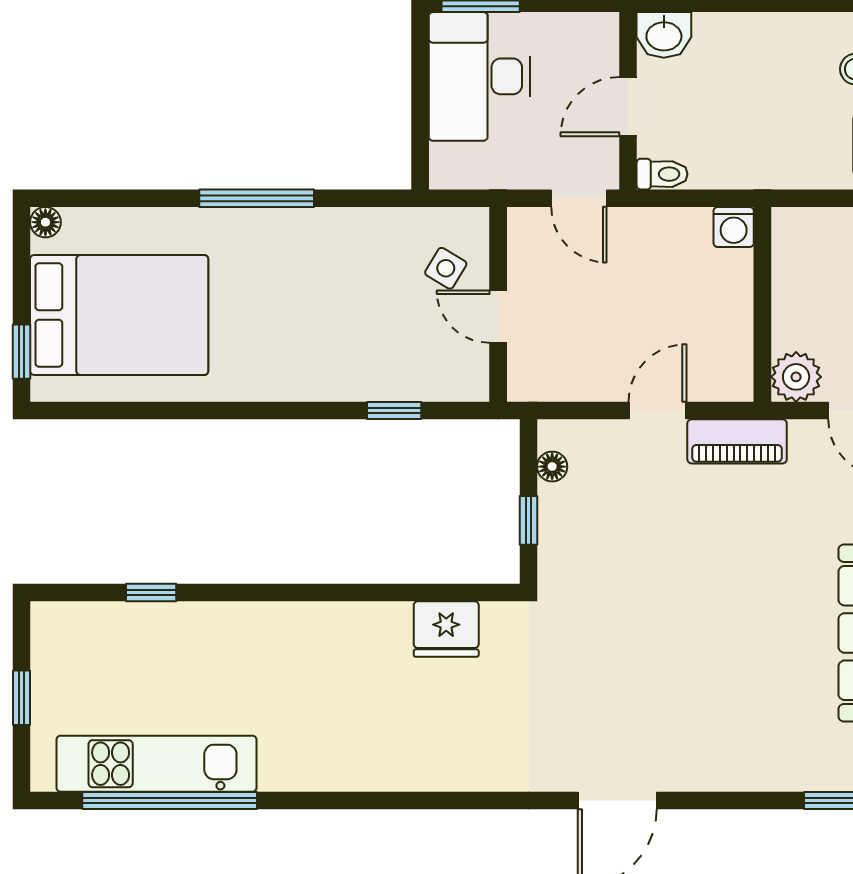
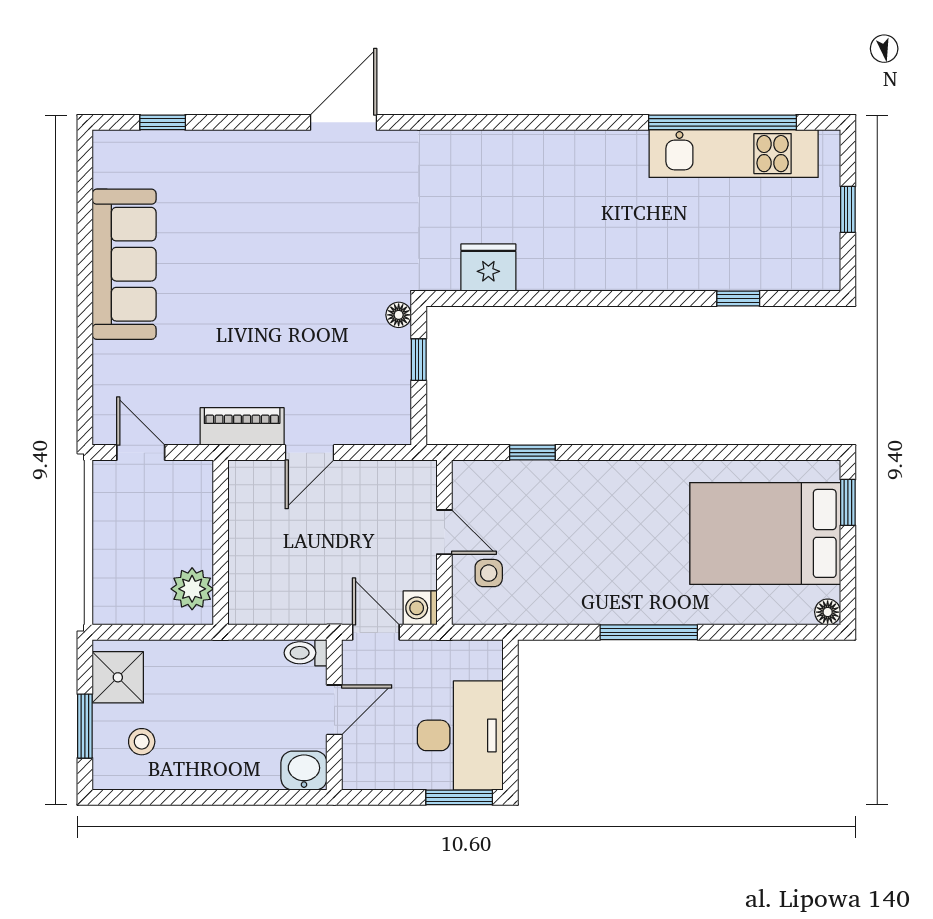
washing machine: (734, 227) -> (420, 608), moved, turned -90
side table: (446, 268) -> (489, 573), turned -31
plant: (796, 377) -> (192, 589), moved
floor lamp: (552, 467) -> (399, 315), moved

